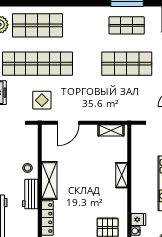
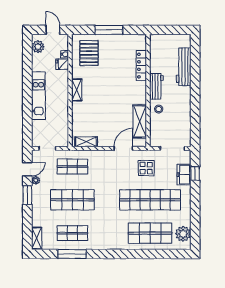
shop shelf: (127, 102) -> (72, 167), added
shelving: (122, 175) -> (77, 90), moved
shelving: (49, 180) -> (140, 121), moved

